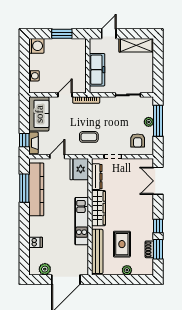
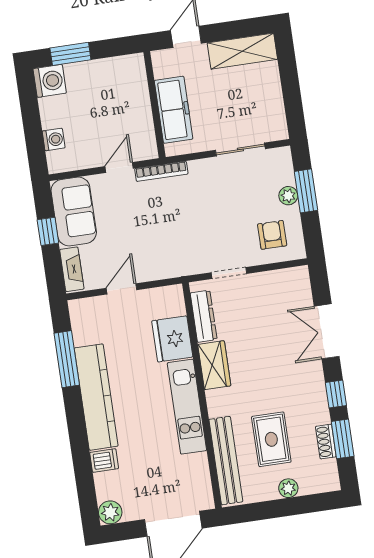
window: (62, 34) -> (70, 54), moved
window: (158, 121) -> (306, 191), width x0.69
coffee table: (89, 137) -> (177, 242), removed
window: (24, 140) -> (48, 231), moved
armchair: (138, 141) -> (272, 235), turned 180
fridge: (79, 169) -> (172, 339), moved
double door: (158, 181) -> (327, 331), moved
kitchen counter: (36, 189) -> (96, 397), moved
wardrobe: (99, 208) -> (214, 365), width x0.67
plant: (45, 269) -> (110, 512), moved

